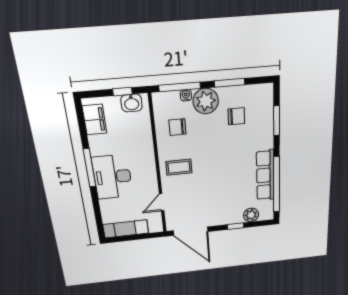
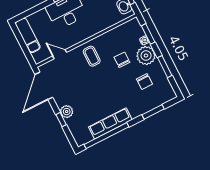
window: (180, 87) -> (148, 34), width x0.69
chair: (177, 127) -> (122, 60), moved
plant: (251, 215) -> (67, 112), moved

